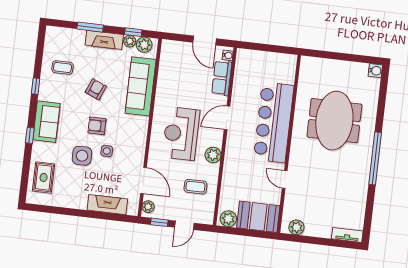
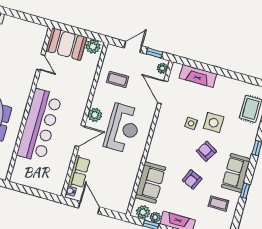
sofa: (141, 86) -> (150, 182), width x0.73
sofa: (46, 122) -> (236, 173), moved
armchair: (97, 126) -> (206, 151), moved, turned -149
plant: (213, 155) -> (95, 115), moved
door: (285, 179) -> (41, 62), moved
plant: (296, 227) -> (34, 29), removed

